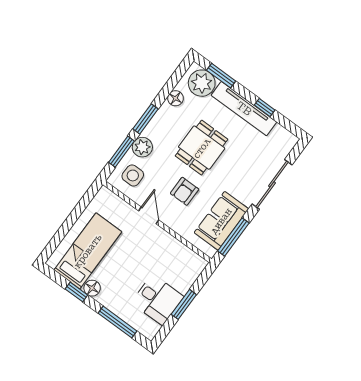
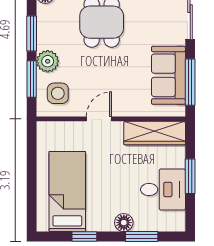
armchair: (185, 191) -> (115, 73), removed
door: (149, 215) -> (99, 119), hinge flipped
wardrobe: (181, 255) -> (155, 133), added
floor lamp: (92, 288) -> (124, 223), moved
window: (117, 322) -> (142, 236), width x0.69

